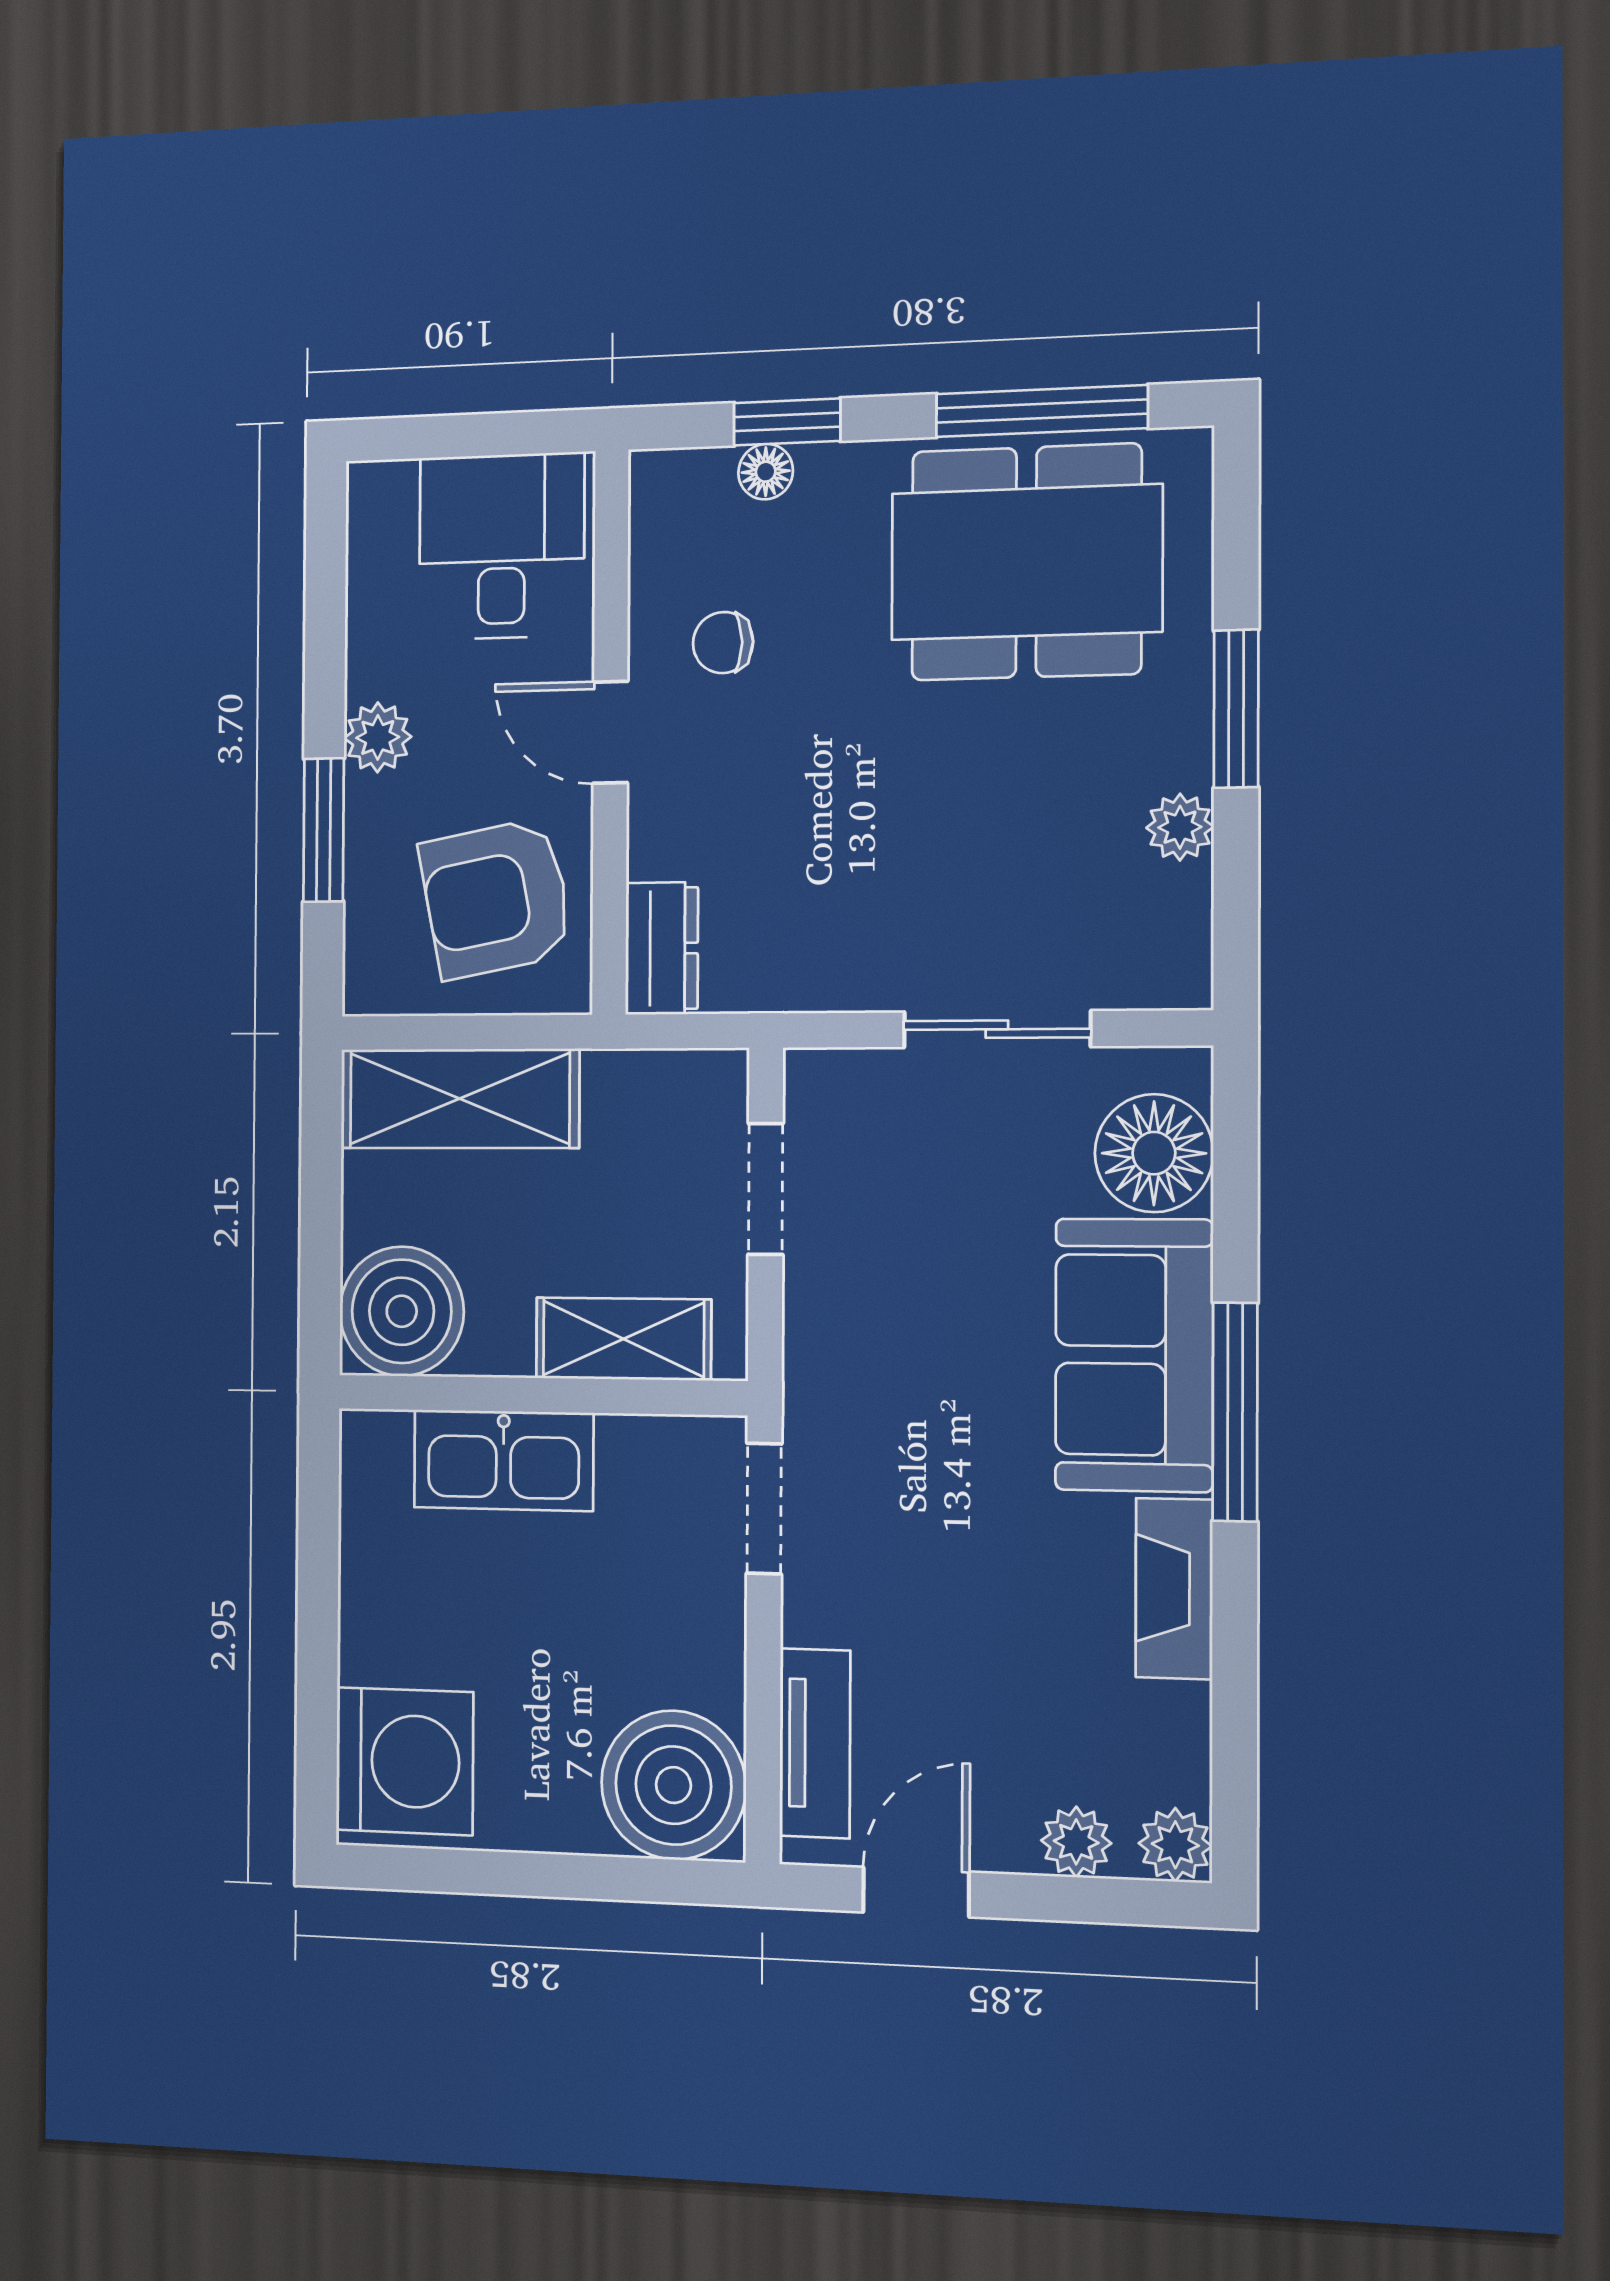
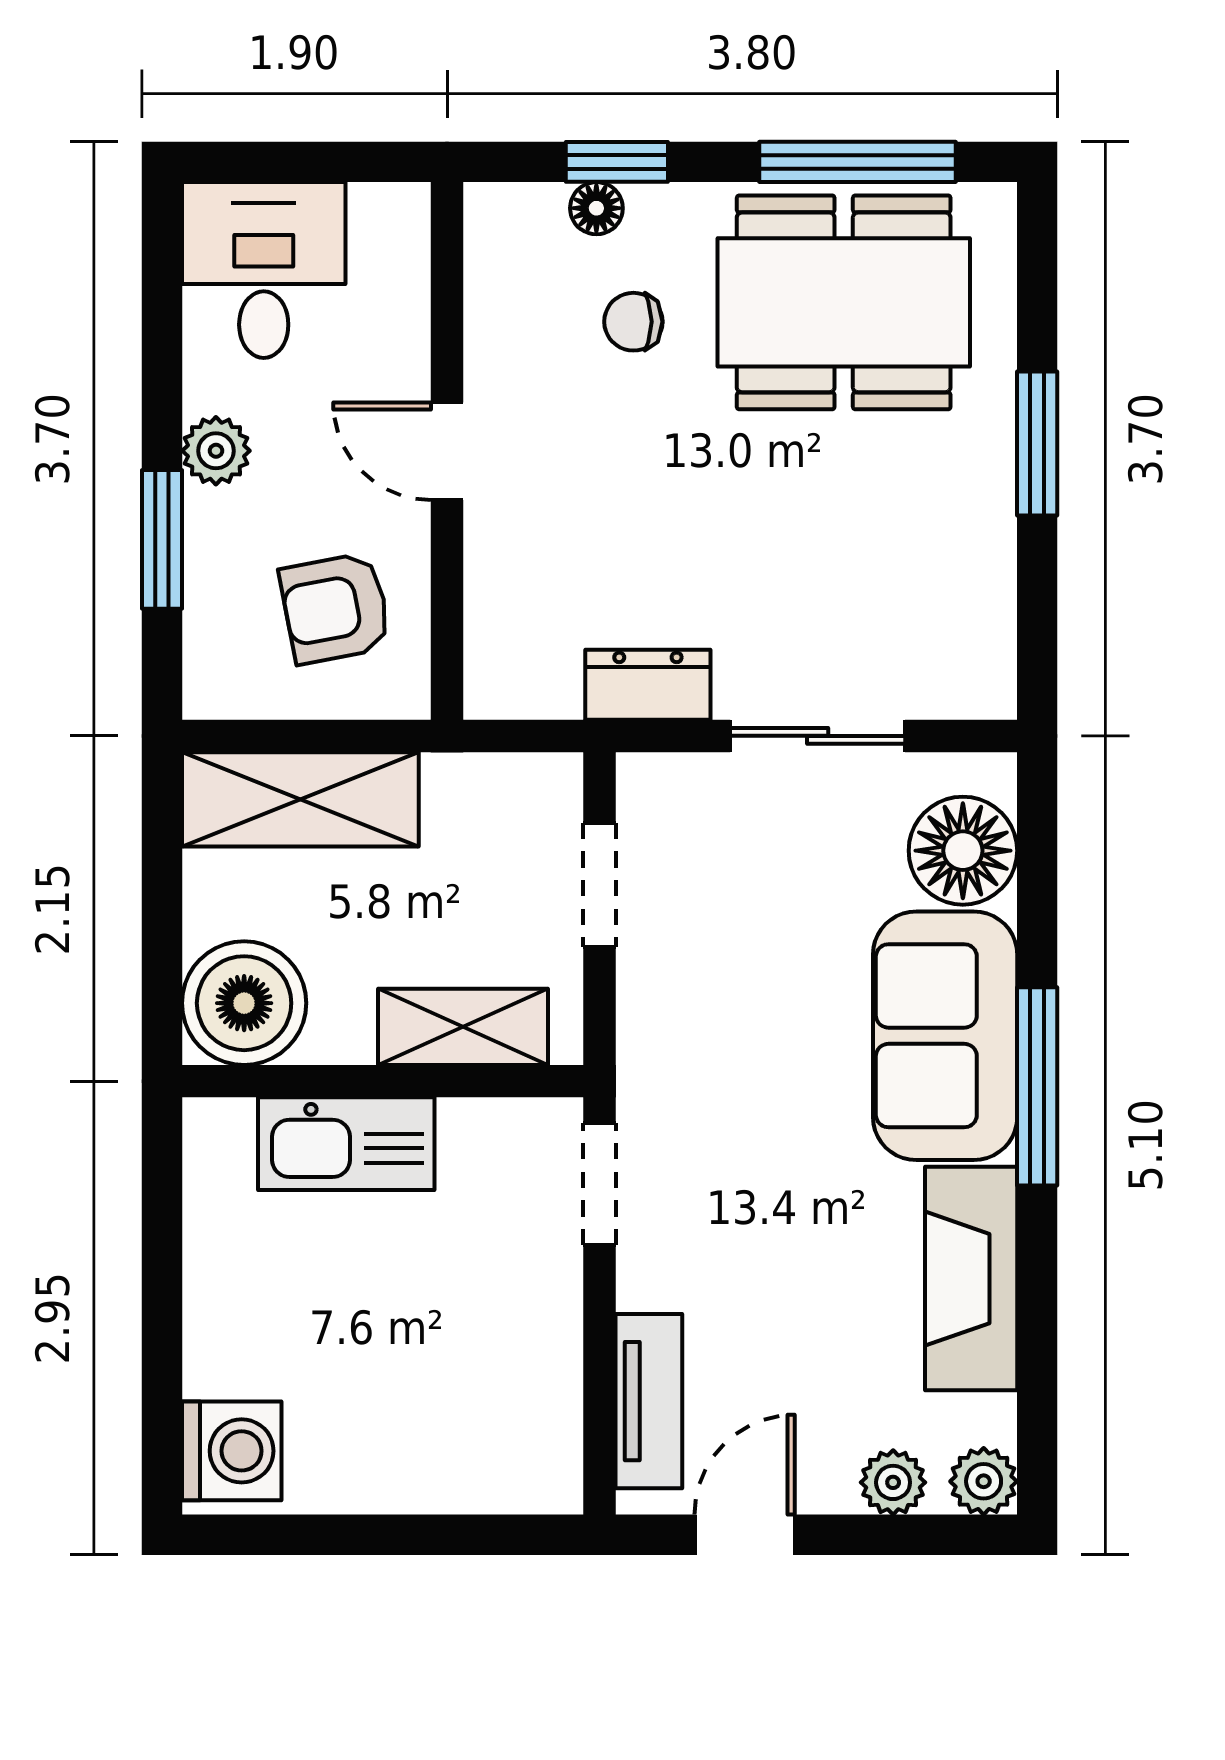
desk: (502, 546) -> (264, 270), moved
chair: (723, 643) -> (633, 322), moved
plant: (1180, 827) -> (986, 551), removed
armchair: (496, 899) -> (335, 608), width x0.72, depth x0.72
dresser: (662, 948) -> (648, 685), moved, turned -90
fireplace: (1174, 1589) -> (971, 1279), width x1.37, depth x1.32
washing machine: (404, 1761) -> (232, 1451), width x0.73, depth x0.73
boiler: (673, 1785) -> (514, 1445), removed

